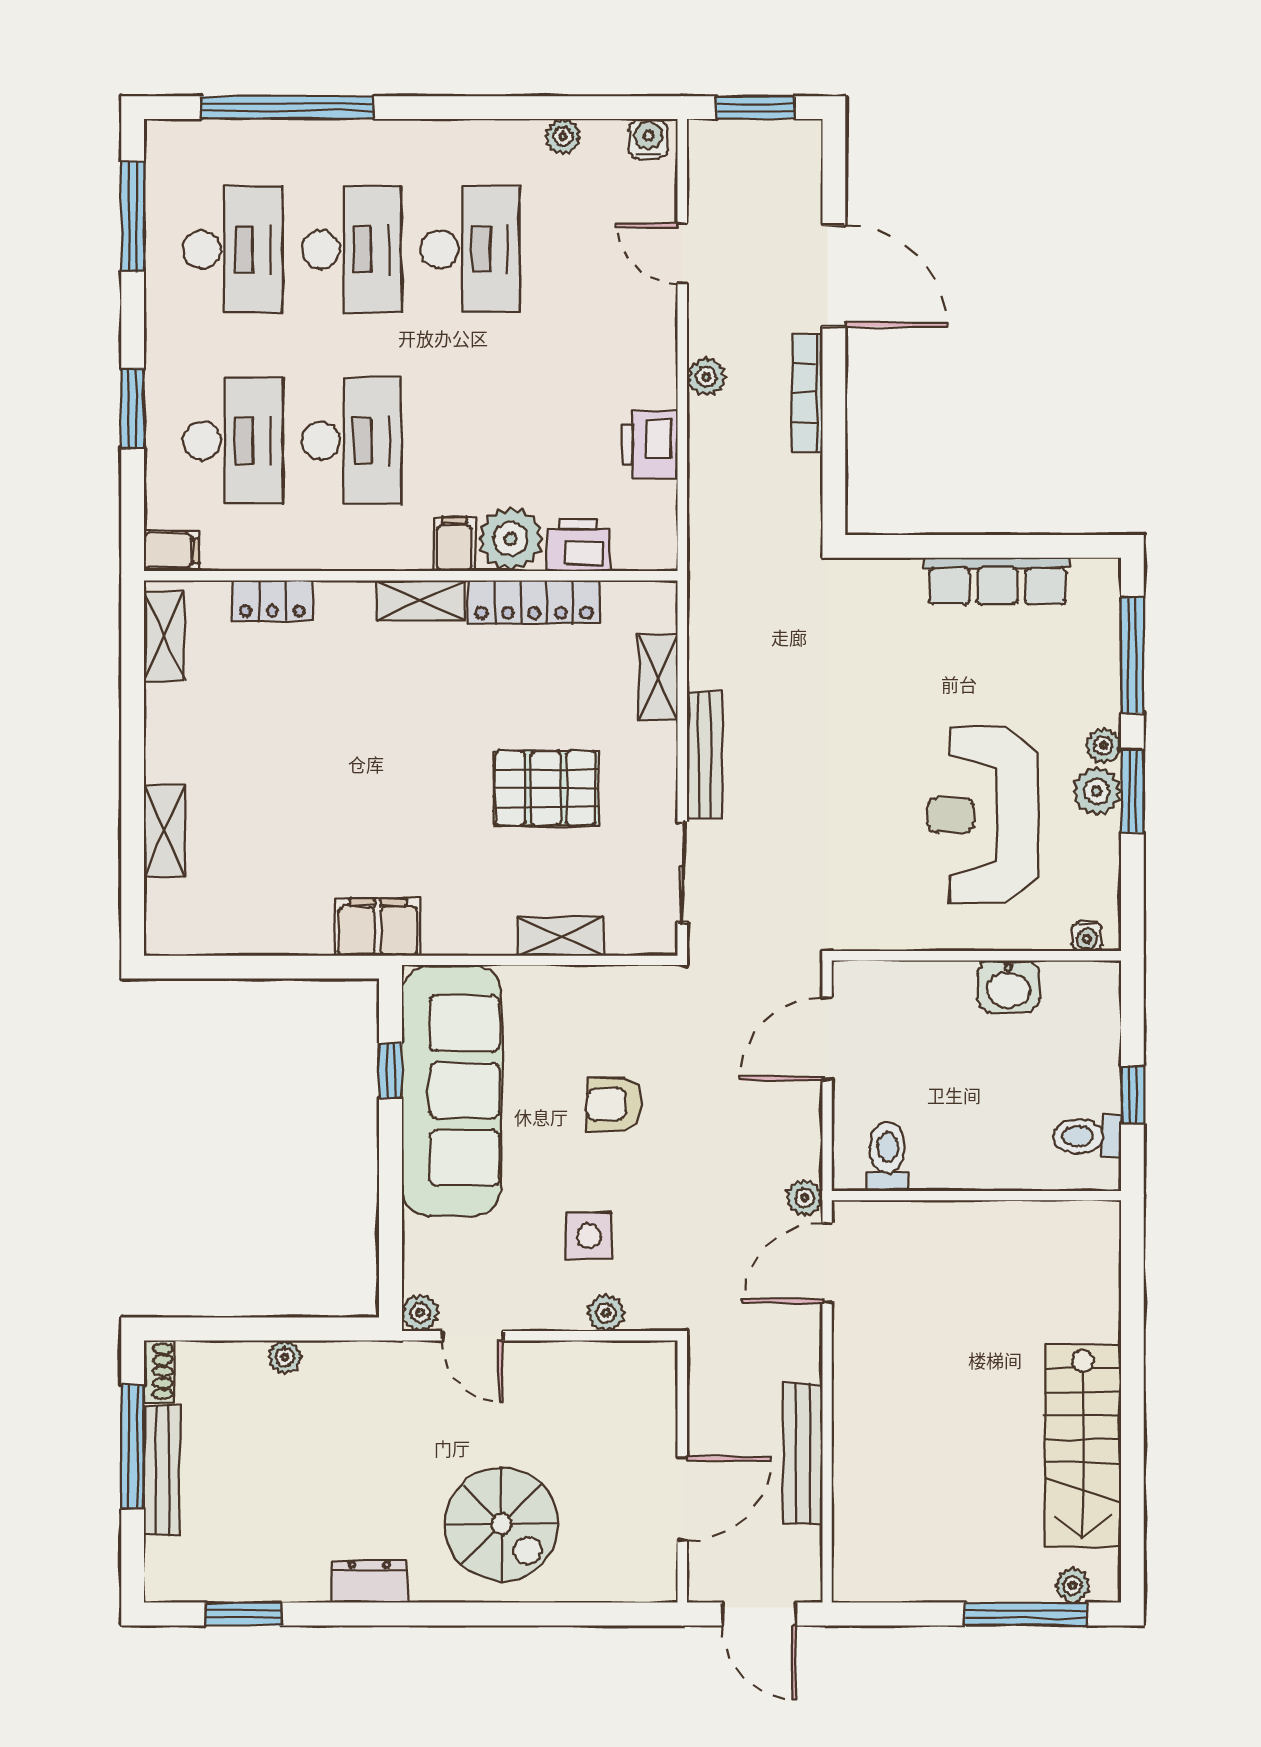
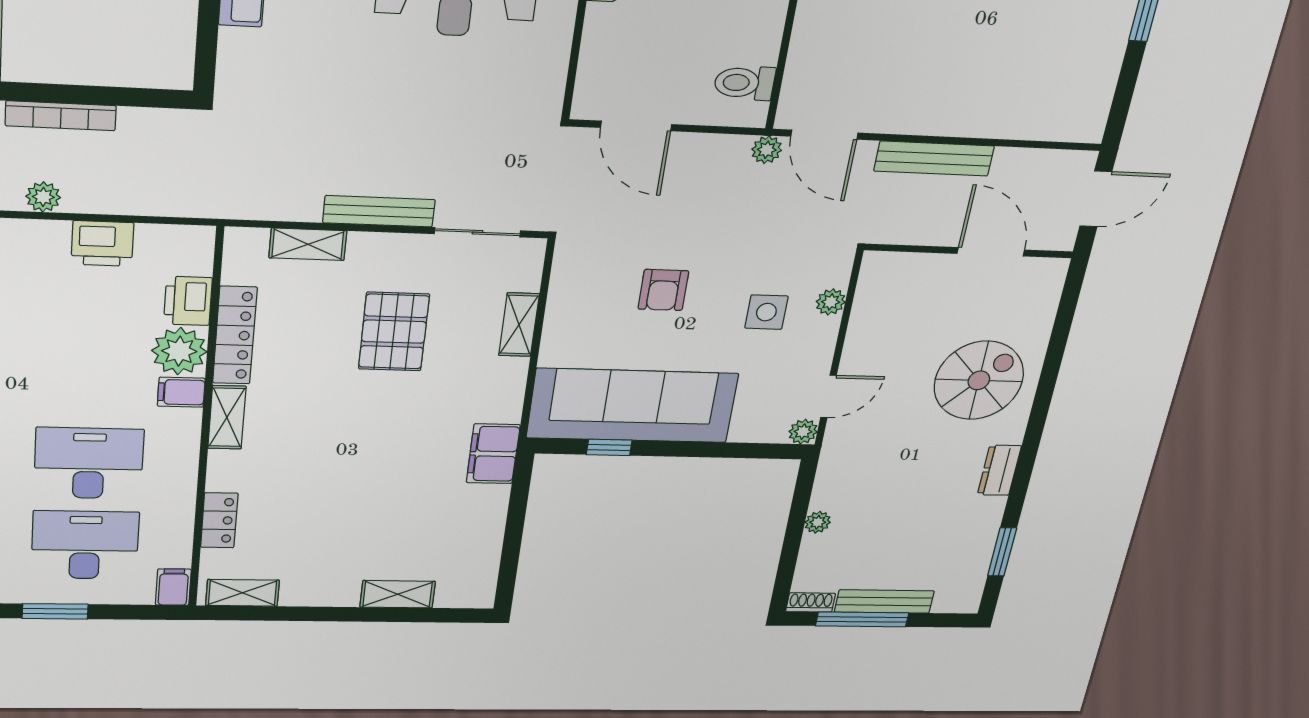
bench: (803, 1454) -> (934, 159), moved

